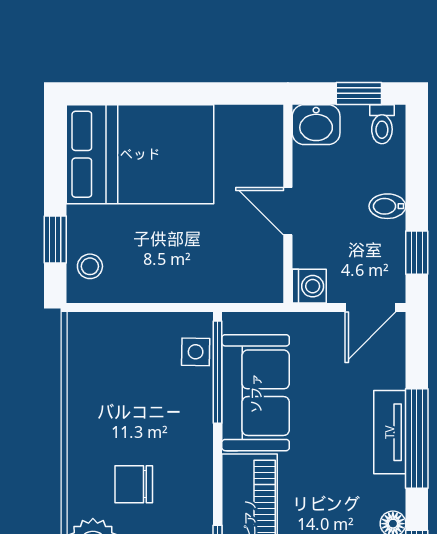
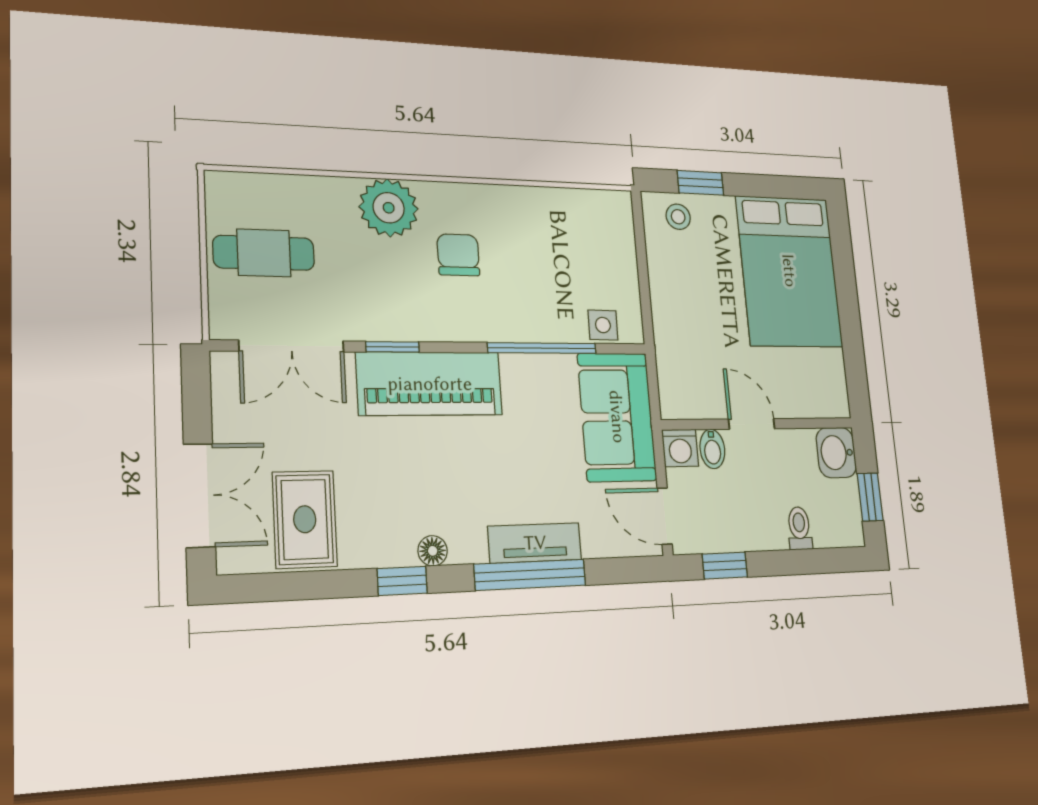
toilet: (382, 124) -> (799, 528), moved, turned 90
bidet: (387, 206) -> (712, 449), moved, turned 180
door: (288, 211) -> (752, 424), hinge flipped
window: (217, 372) -> (542, 348), moved
sofa: (256, 393) -> (617, 417), moved, turned 90

